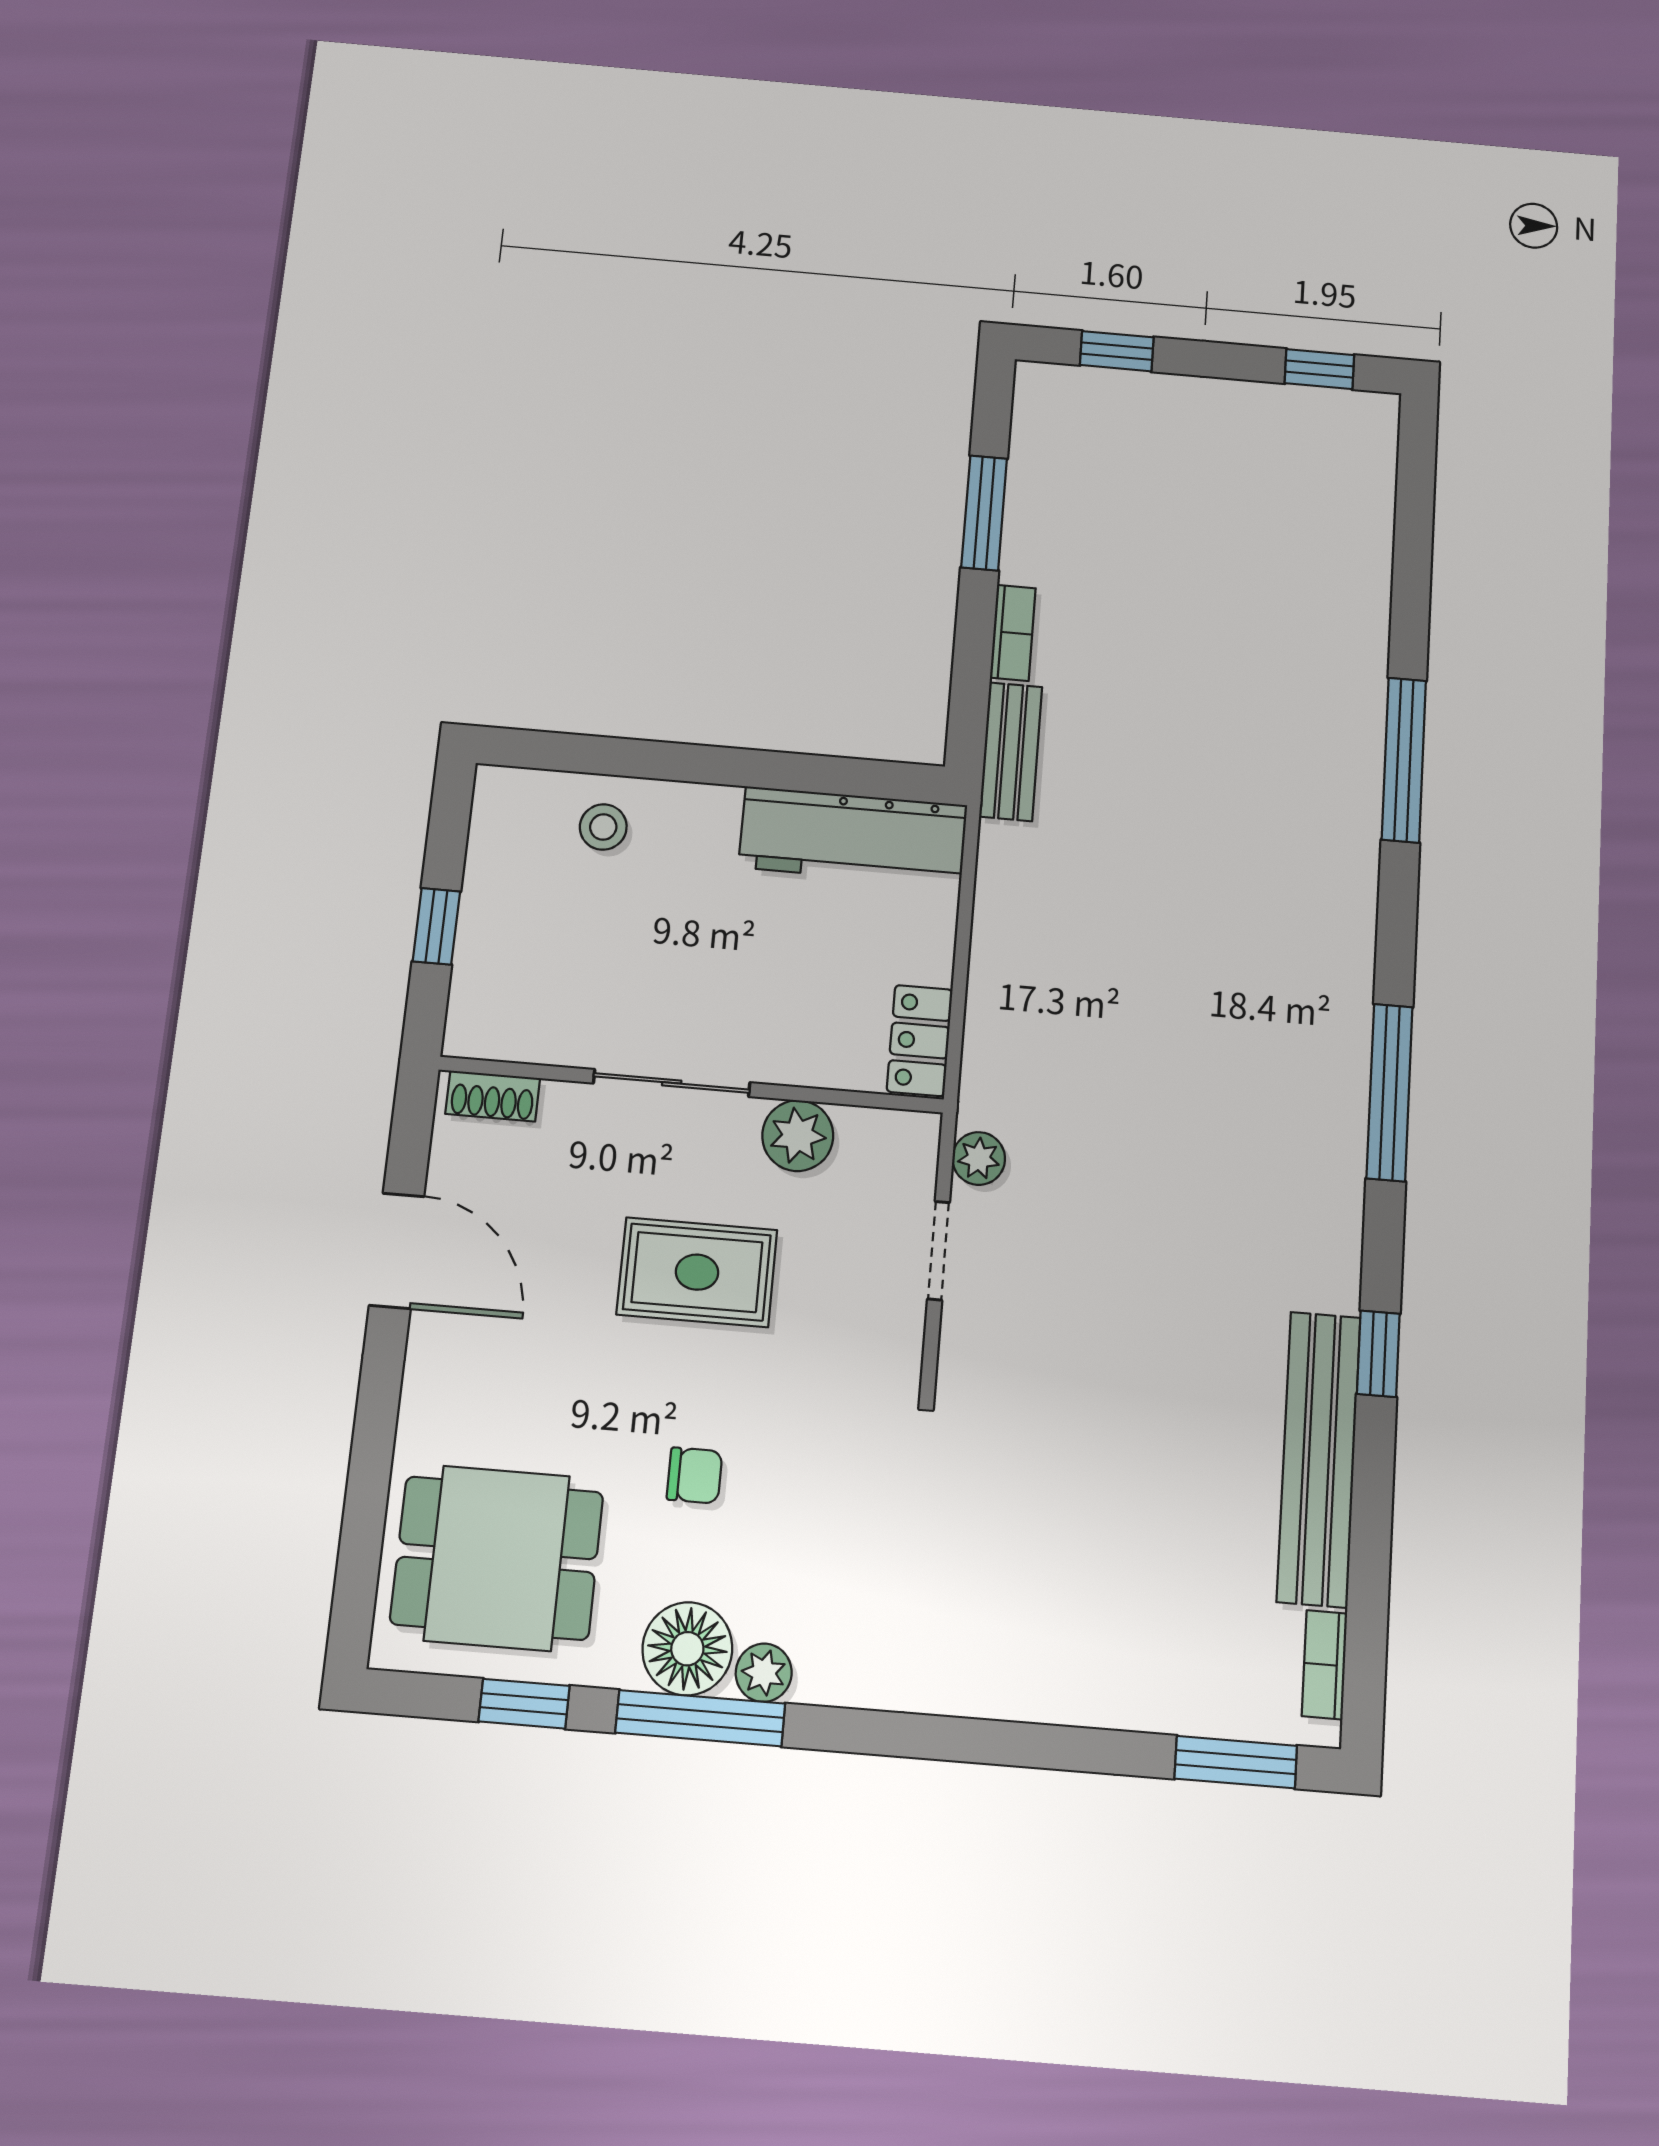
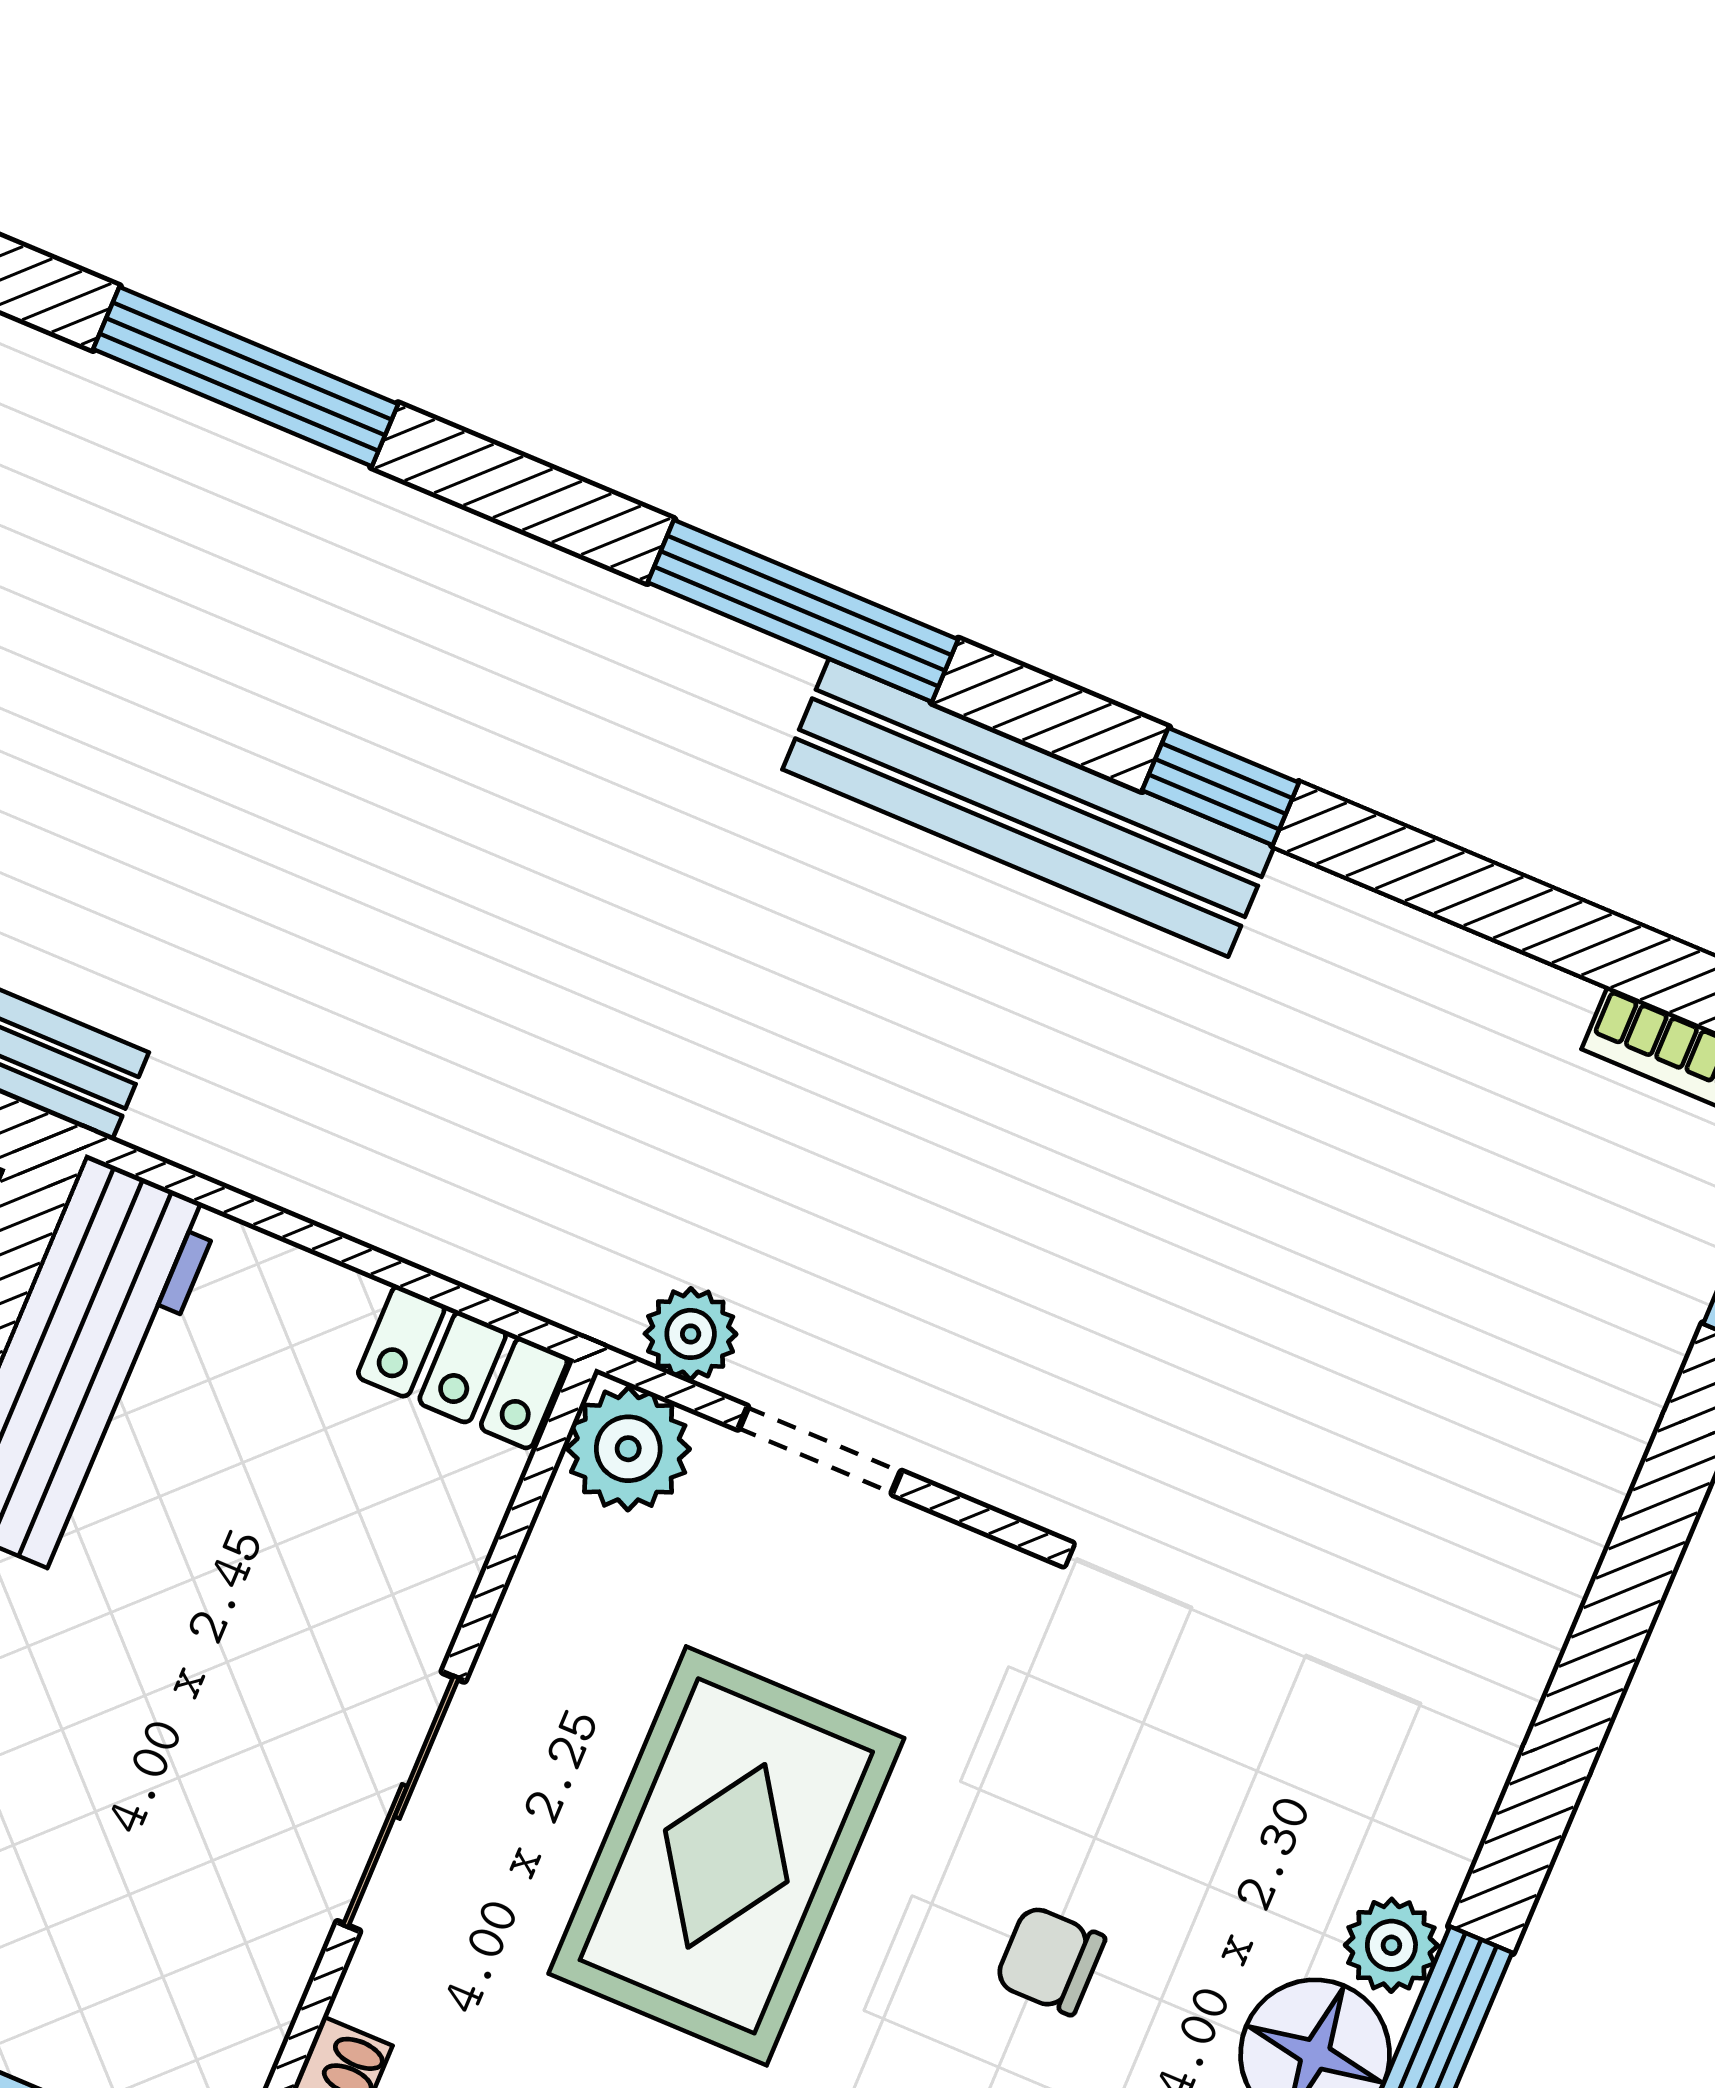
plant: (798, 1136) -> (628, 1449), moved
rug: (697, 1272) -> (726, 1856), width x1.36, depth x1.43
bench: (1319, 1458) -> (1028, 808), moved
chair: (695, 1475) -> (1050, 1960), turned -90

